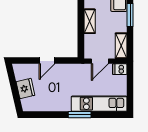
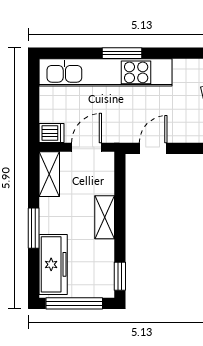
door: (47, 60) -> (153, 148), moved
kitchen unit: (99, 104) -> (106, 72), width x1.36

